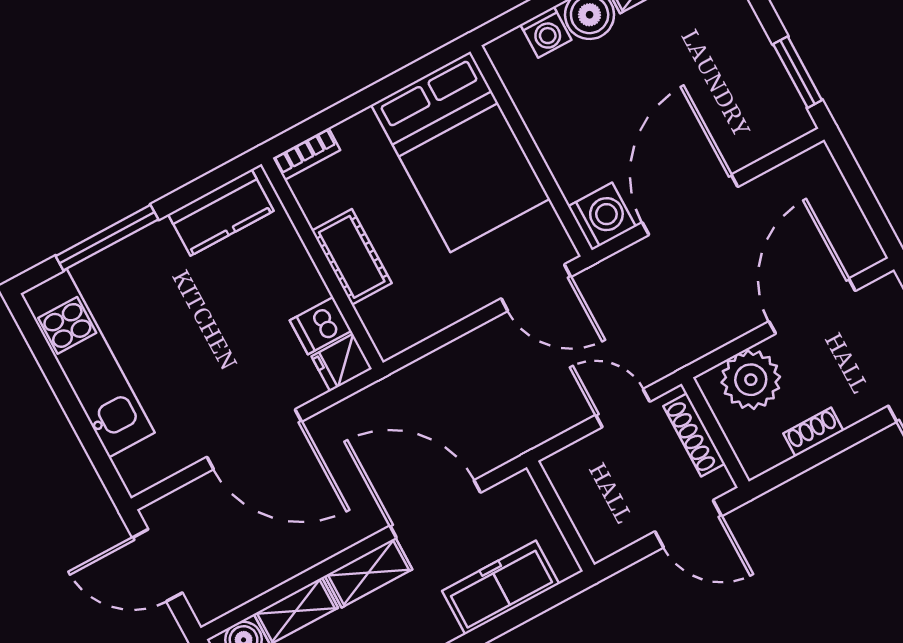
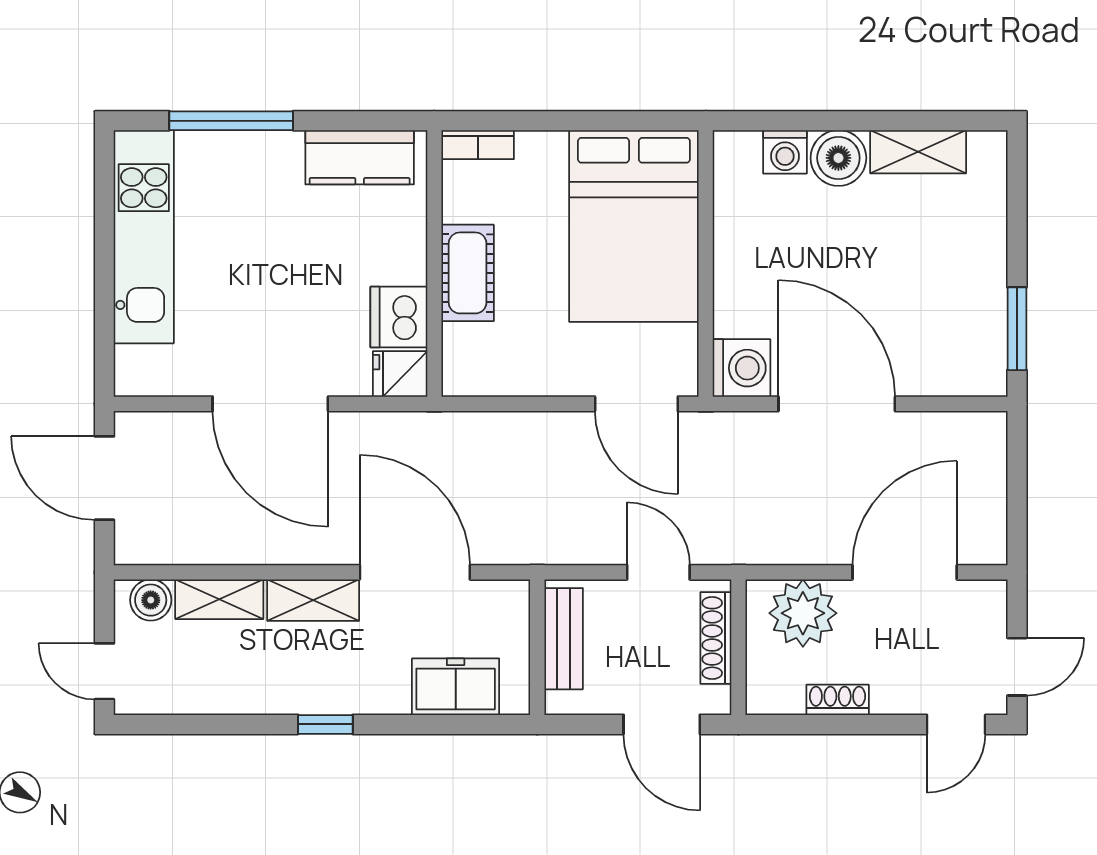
door: (690, 205) -> (837, 404), hinge flipped
dishwasher: (321, 326) -> (399, 317), width x1.38
bench: (577, 499) -> (564, 639), added
freezer: (501, 587) -> (456, 687), width x0.71

